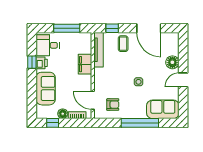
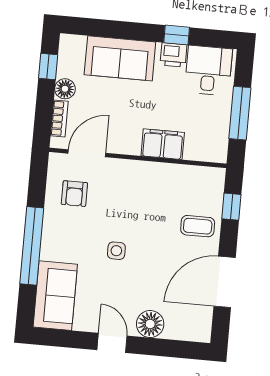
tv unit: (99, 50) -> (190, 174), removed

